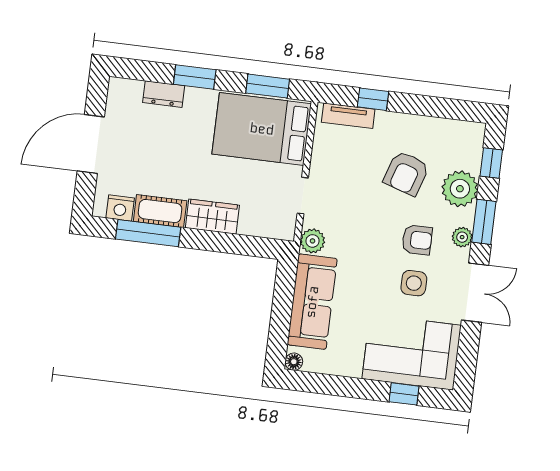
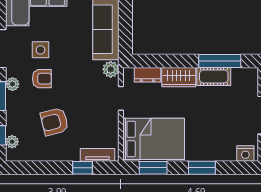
dresser: (164, 94) -> (147, 75), moved, turned 180
armchair: (406, 173) -> (55, 122), turned -122
plant: (460, 189) -> (12, 142), moved, width x0.53, depth x0.53
nightstand: (120, 208) -> (245, 154), moved, turned 180
armchair: (417, 240) -> (42, 79), turned 180

